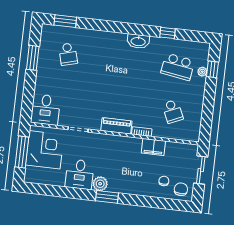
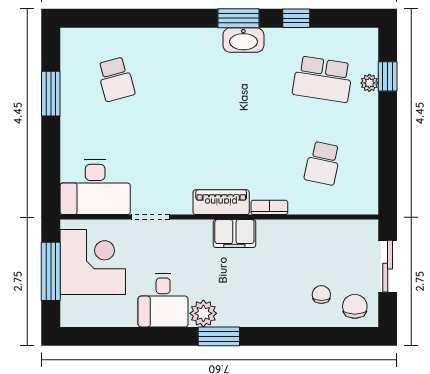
window: (65, 21) -> (239, 18), moved
desk: (45, 110) -> (95, 187), width x1.37
school desk: (173, 111) -> (323, 163), turned 36
filing cabinet: (153, 147) -> (234, 234), moved

